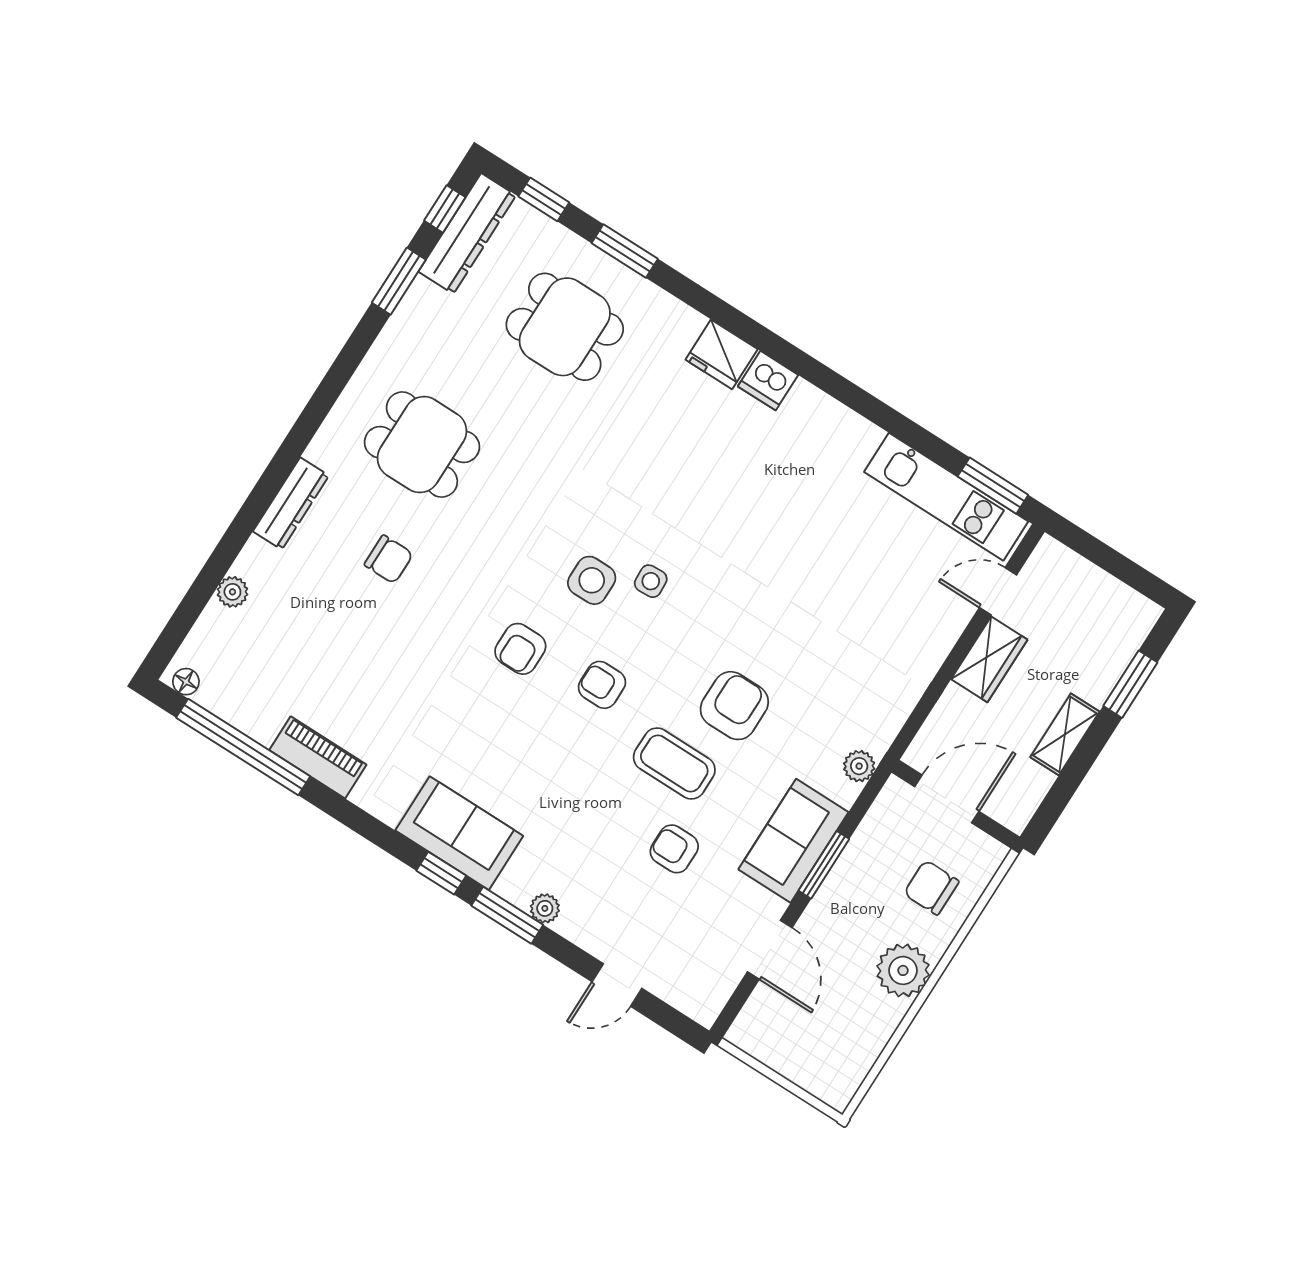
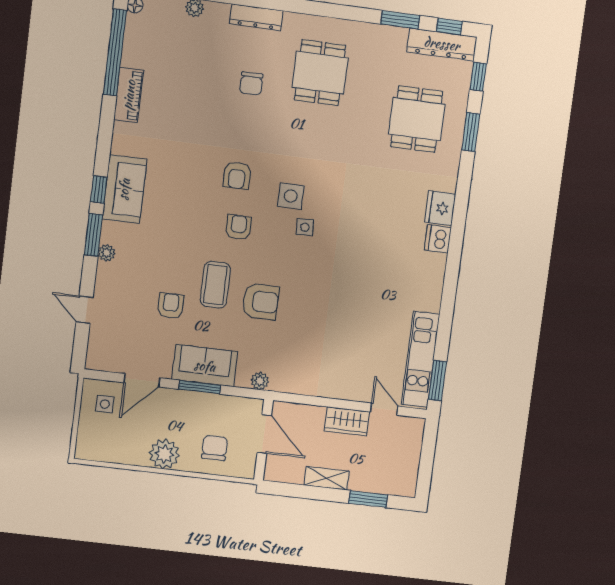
armchair: (520, 649) -> (237, 175), turned -90
side table: (779, 1025) -> (105, 404), added

